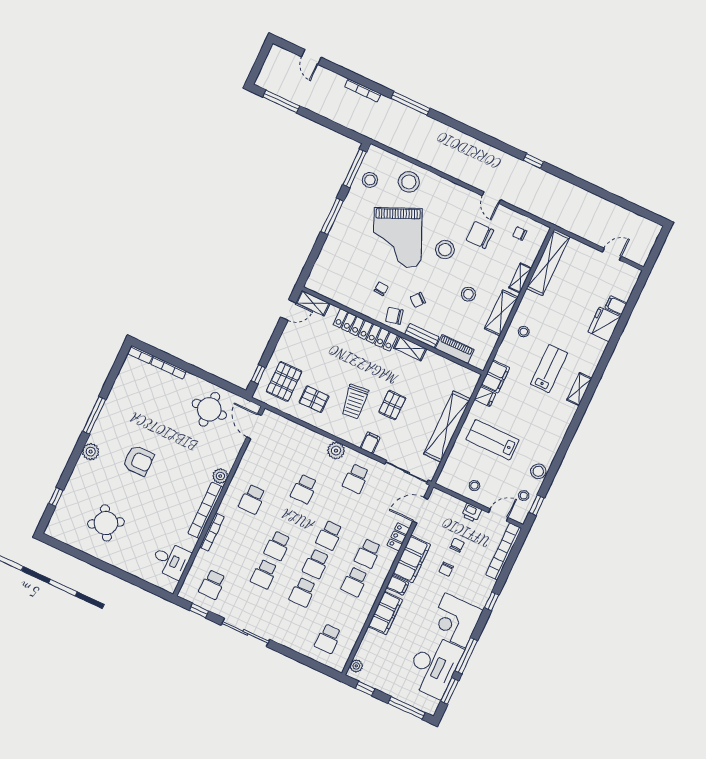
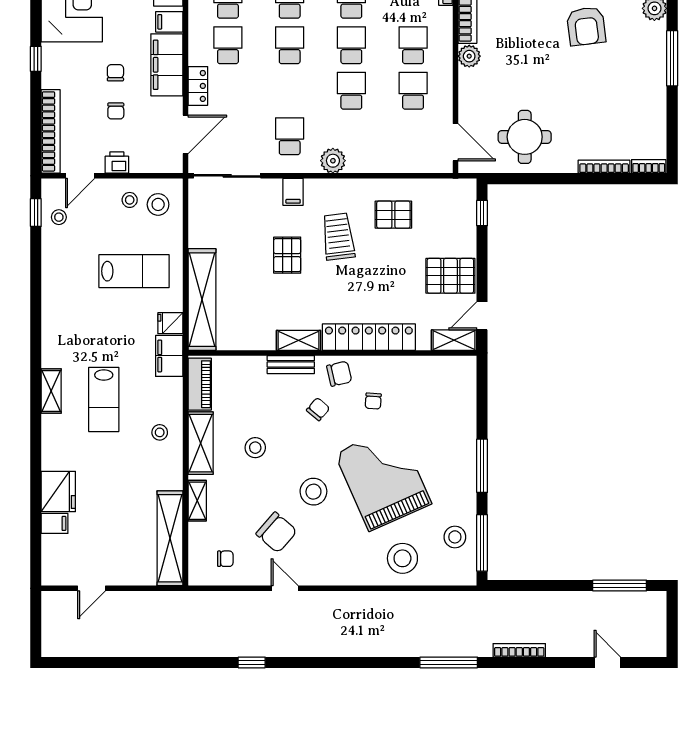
chair: (480, 235) -> (276, 532), turned 41
piano: (455, 349) -> (200, 384), moved, turned -90
pallet: (284, 381) -> (450, 276), moved, turned 90
shelving: (447, 426) -> (202, 300), moved
armchair: (138, 461) -> (586, 26), turned -97
school desk: (265, 471) -> (413, 91), added
stool: (538, 471) -> (158, 204), moved
school desk: (291, 517) -> (351, 45), added

